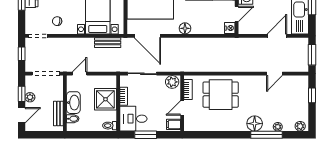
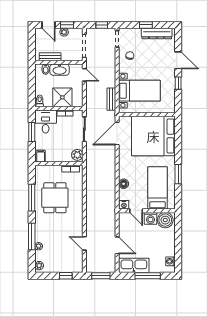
floor lamp: (185, 28) -> (124, 184), moved
dining table: (221, 95) -> (55, 198), moved
door: (182, 108) -> (55, 164), removed
floor lamp: (255, 124) -> (41, 226), removed
window: (222, 135) -> (32, 198), added

